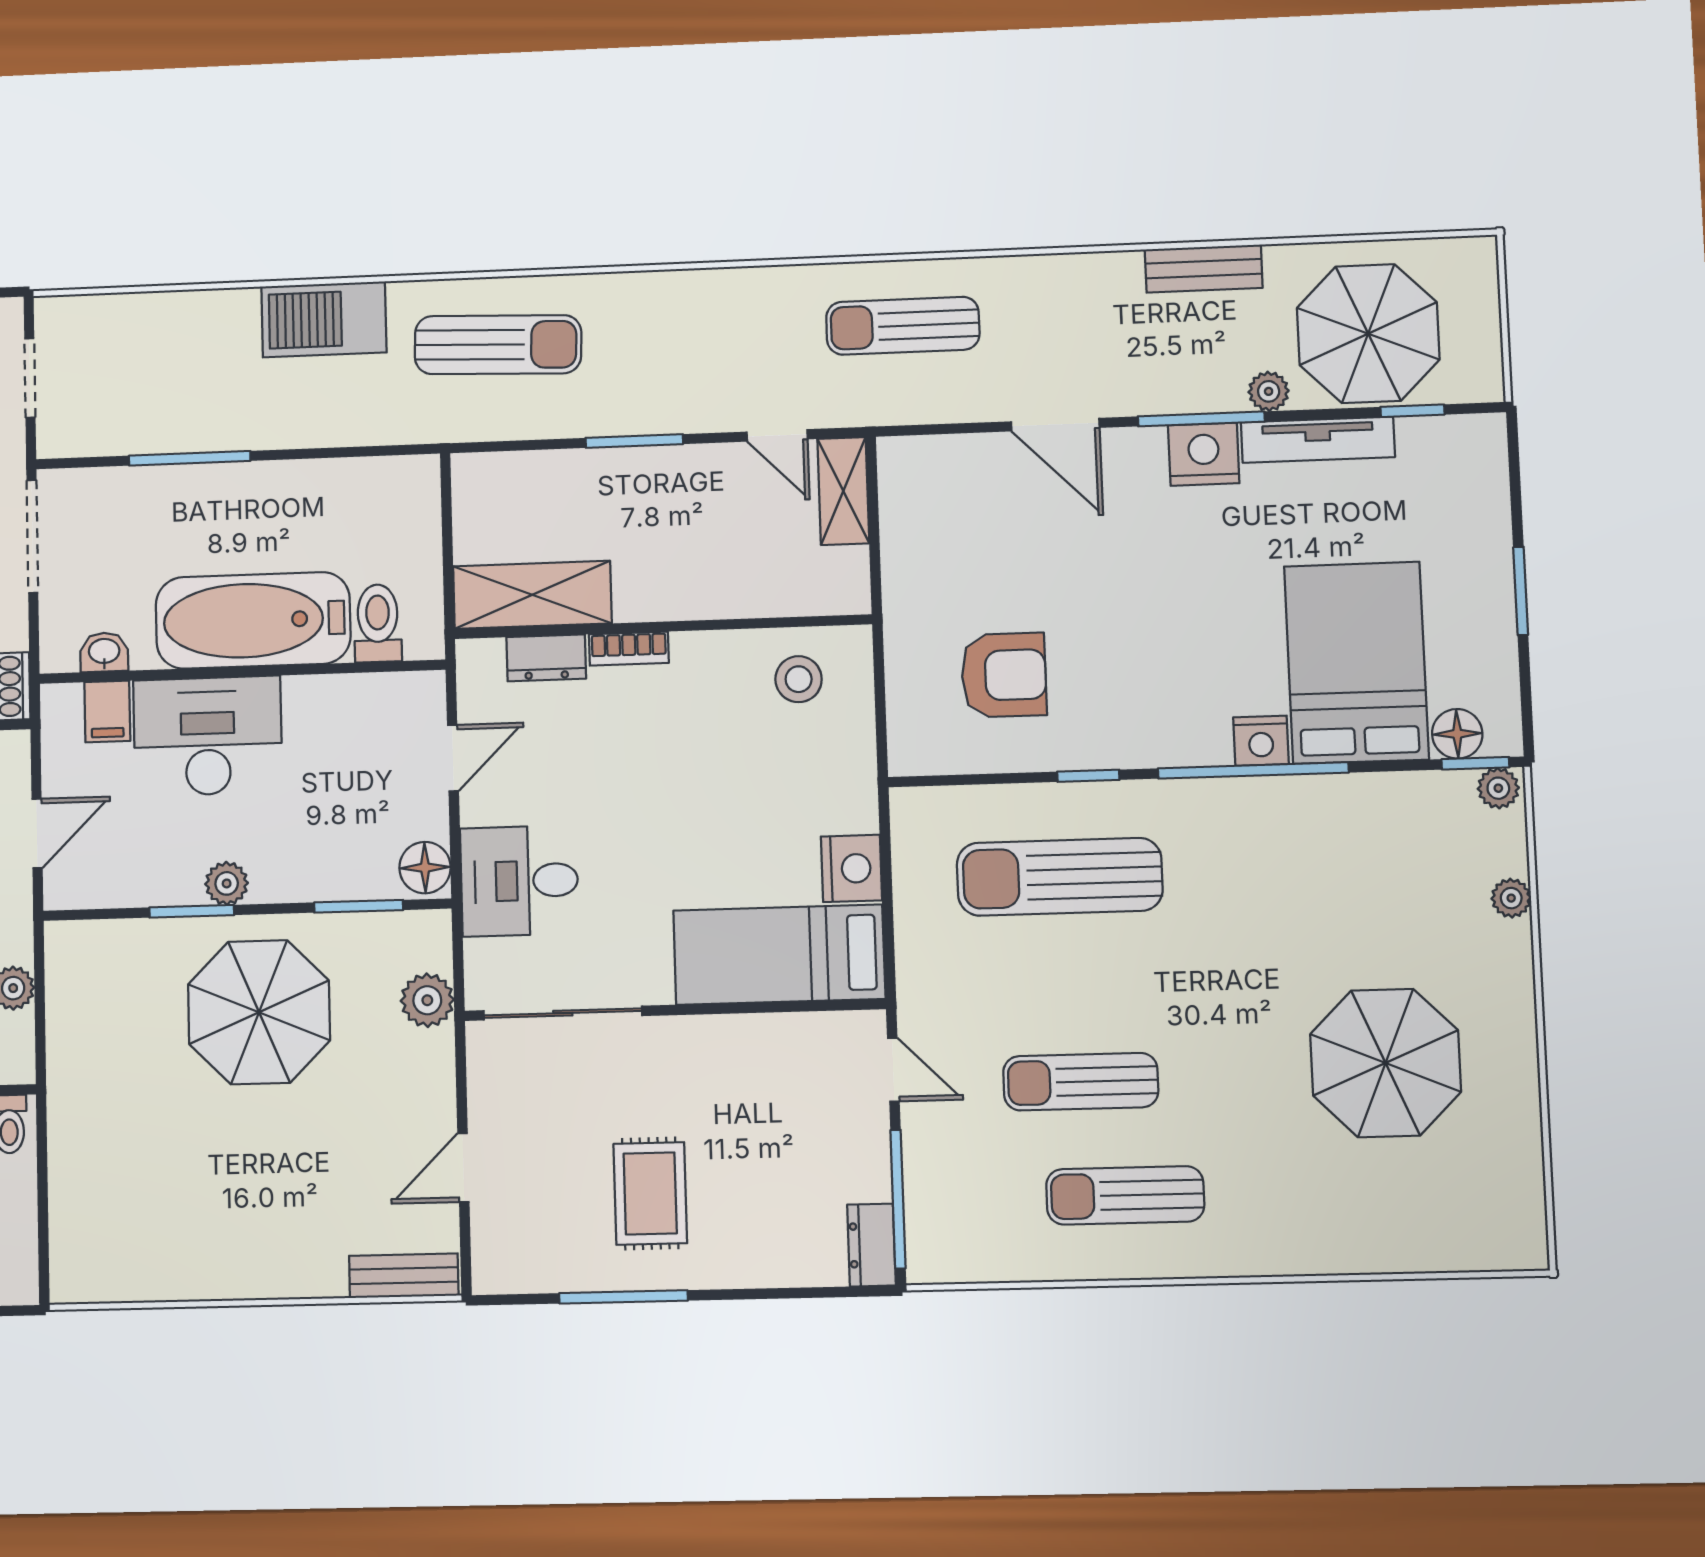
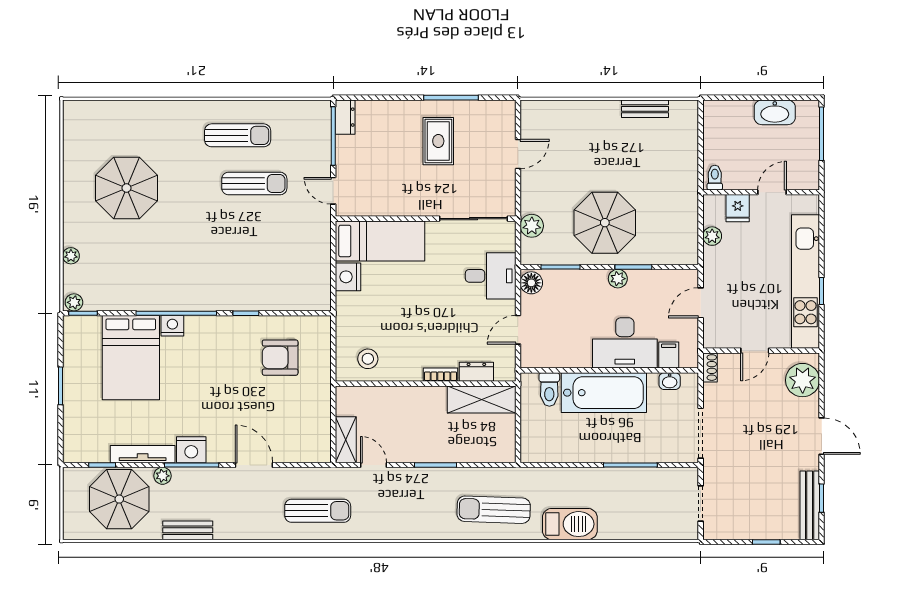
floor lamp: (1457, 734) -> (90, 326), removed
sun lounger: (1060, 877) -> (260, 271), removed
bench: (404, 1276) -> (645, 109), moved

